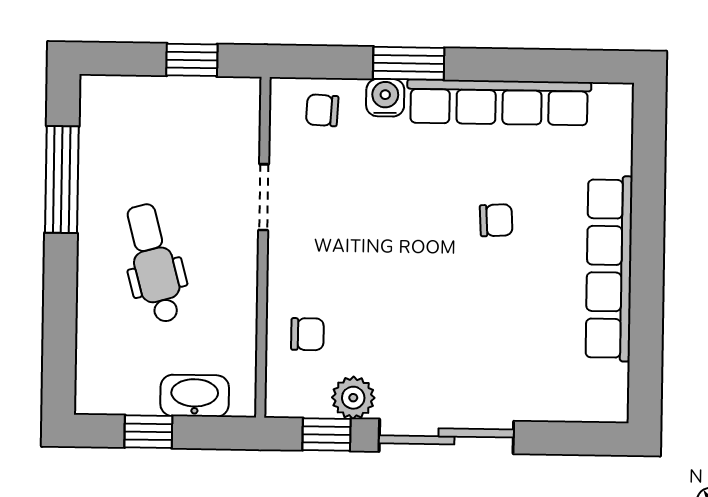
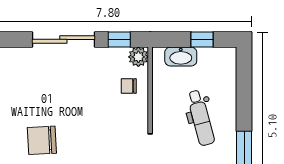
chair: (496, 220) -> (42, 140), width x1.87, depth x1.87
plant: (353, 398) -> (138, 57), moved

